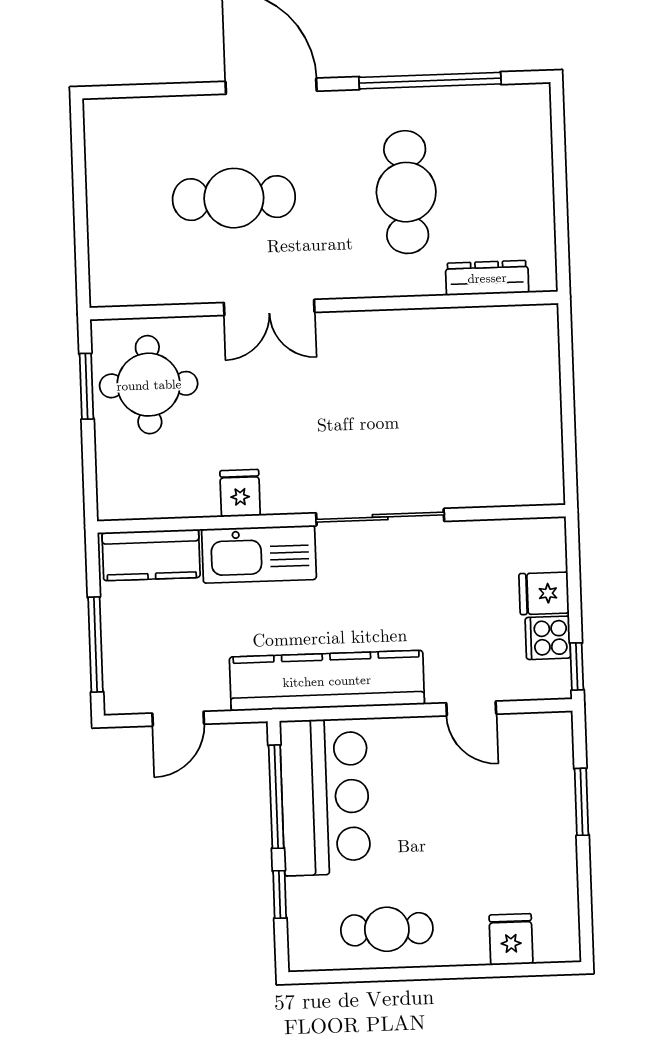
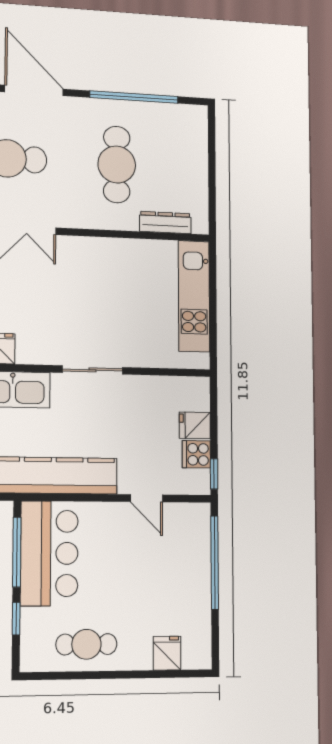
kitchen unit: (537, 391) -> (194, 296), added
sliding door: (380, 517) -> (92, 370), width x0.73
window: (582, 802) -> (215, 563), width x2.11

